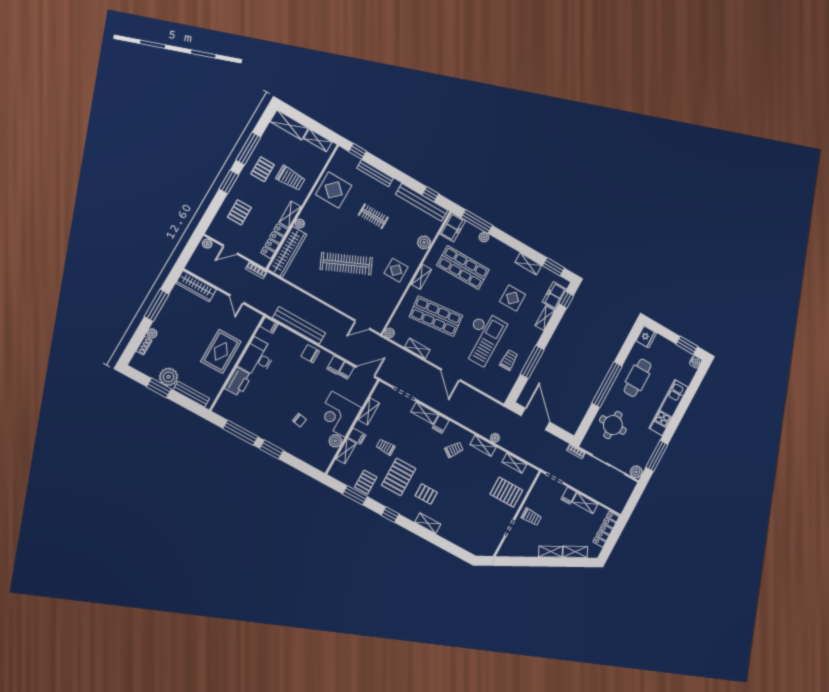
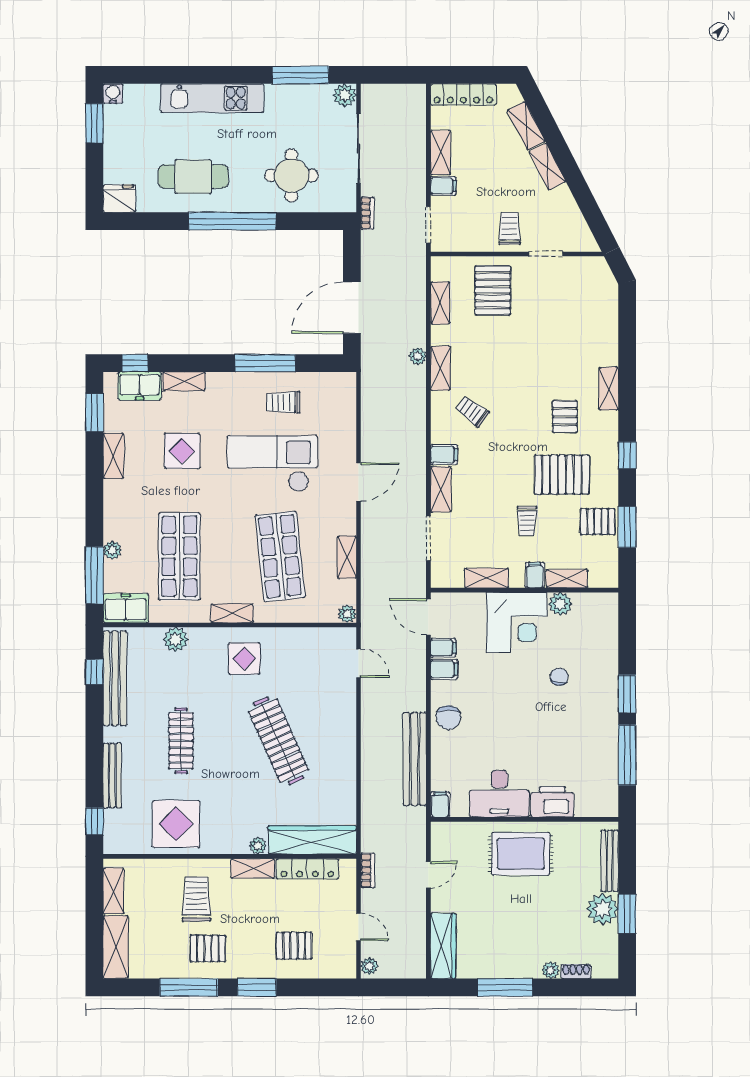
clothes rail: (373, 216) -> (181, 741), width x1.36

